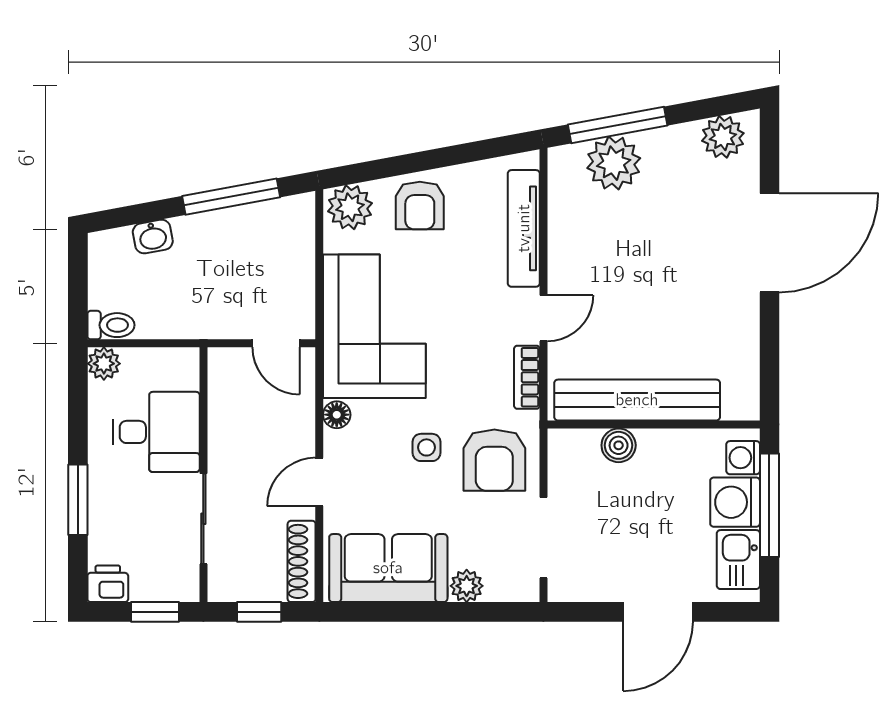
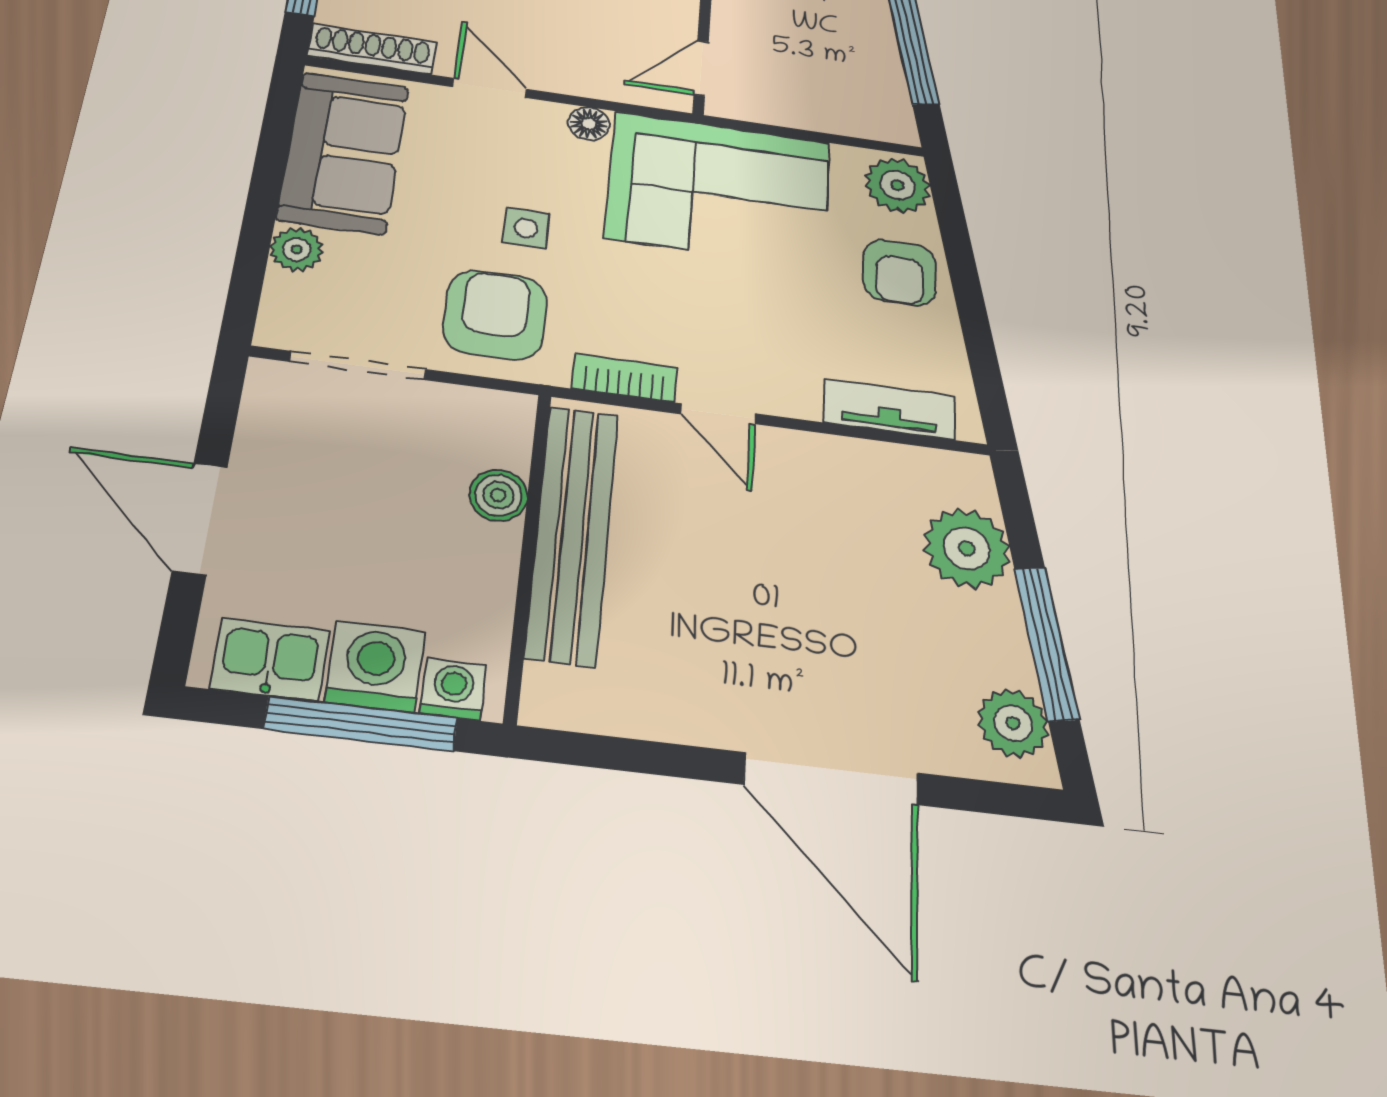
window: (618, 125) -> (1047, 643), moved
armchair: (420, 205) -> (900, 272), turned -90
tv unit: (524, 228) -> (889, 409), width x0.71
armchair: (494, 460) -> (495, 315), turned 90

